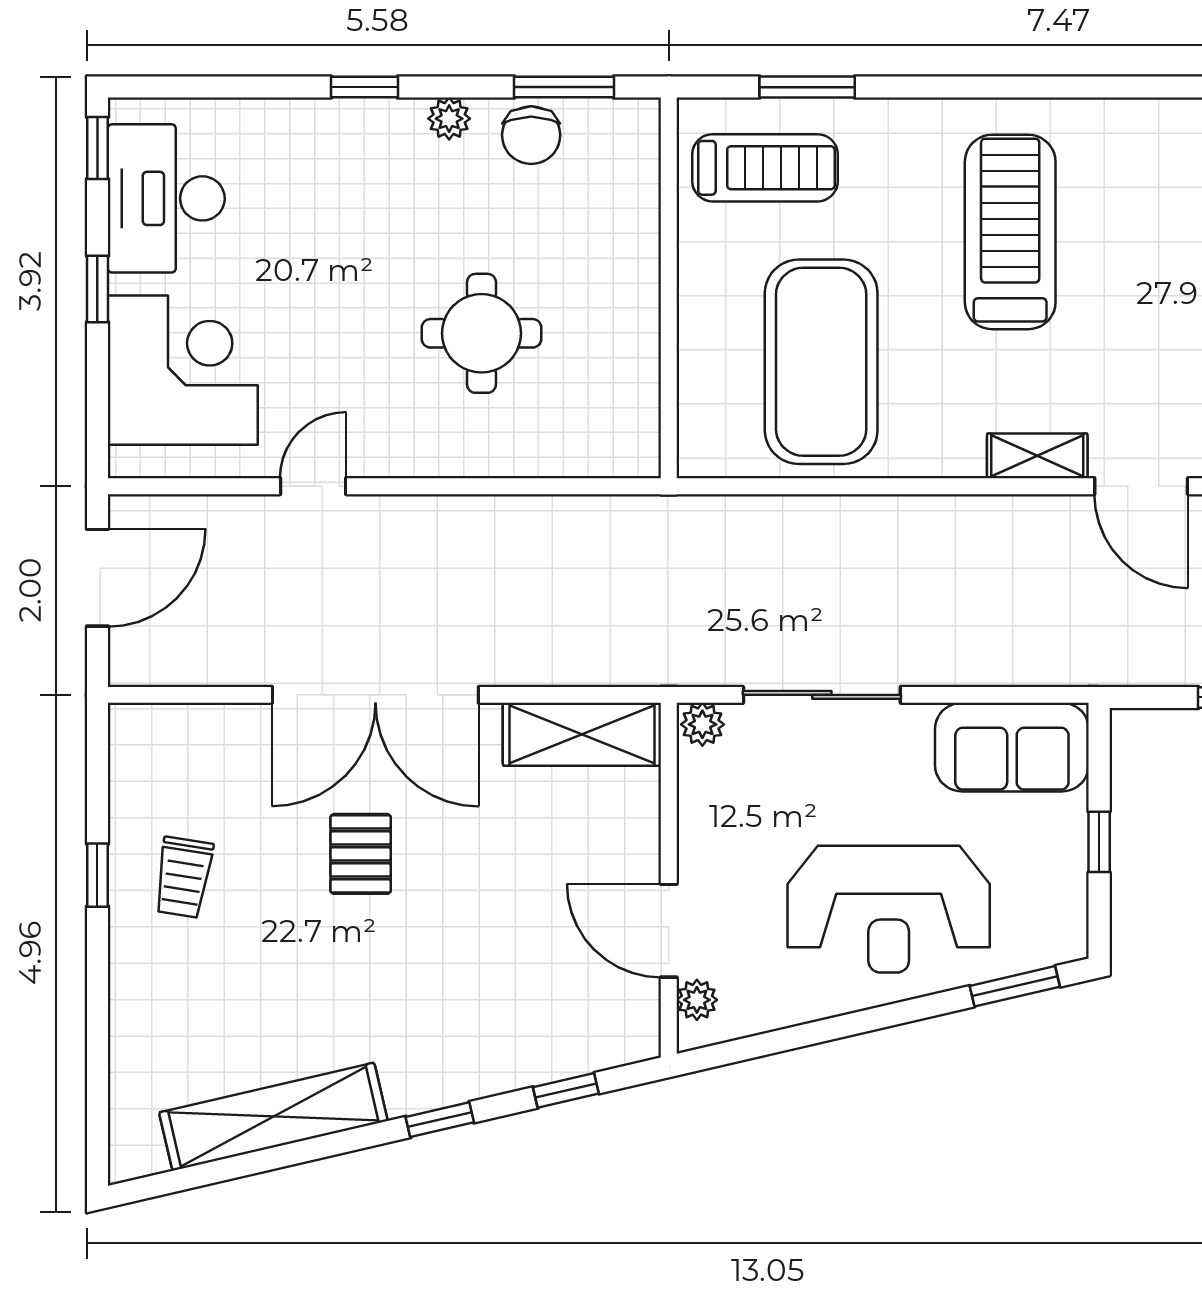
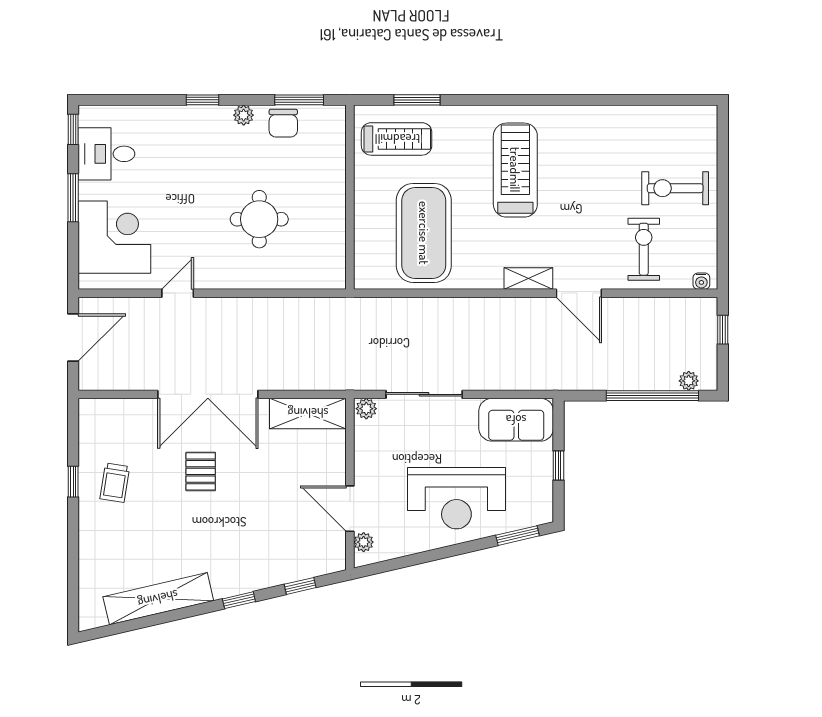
desk: (166, 198) -> (106, 154), width x0.73
window: (97, 289) -> (73, 198), width x1.50

